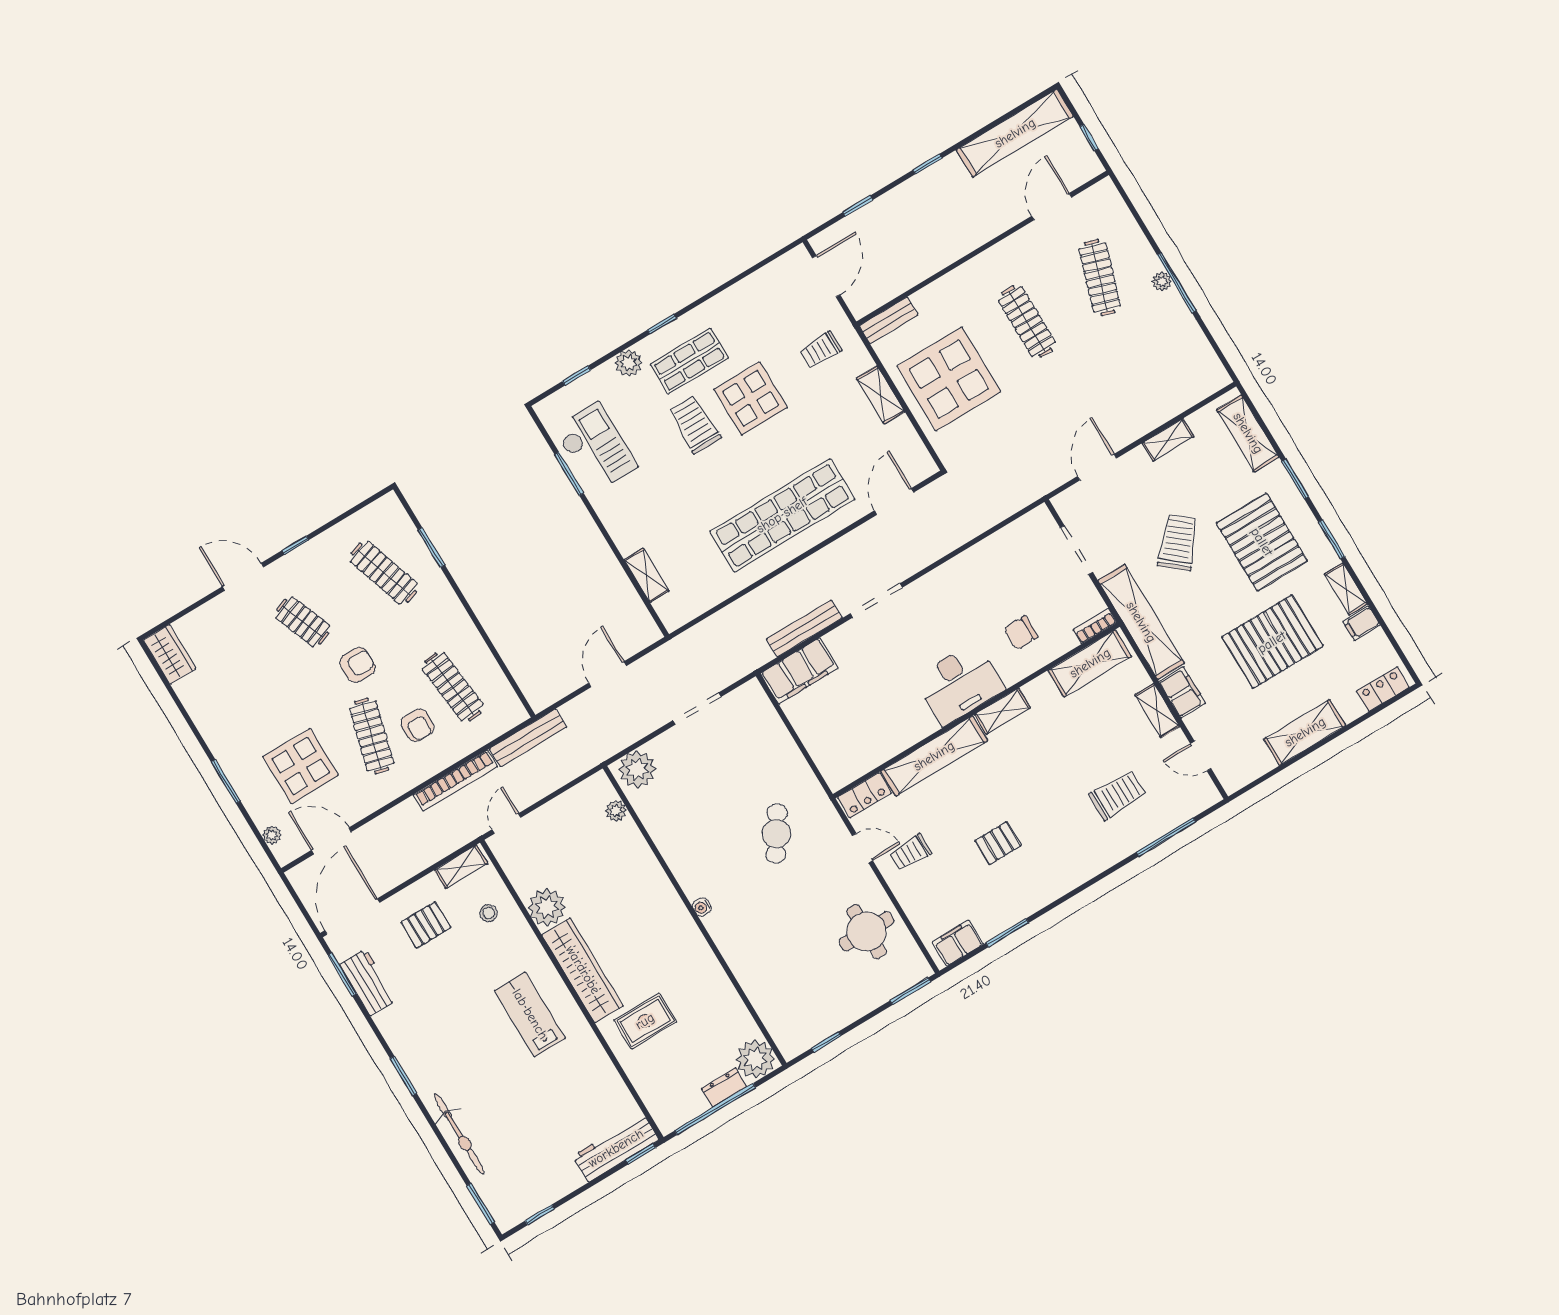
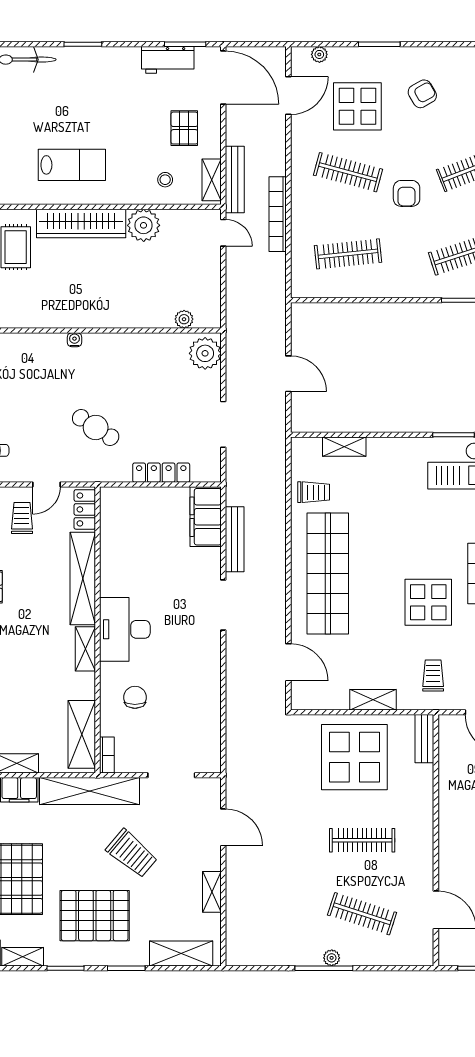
trolley: (695, 424) -> (314, 492), moved, width x0.73, depth x0.72
armchair: (418, 725) -> (422, 94), moved, turned 150
bench: (528, 738) -> (235, 180), moved
locker: (782, 741) -> (161, 473), added

